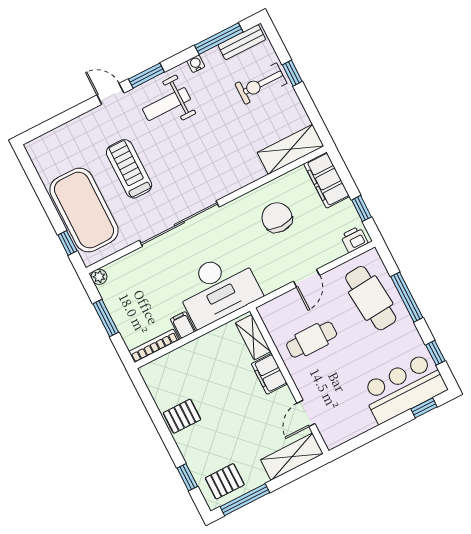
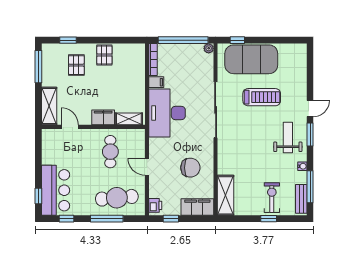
window: (106, 318) -> (183, 40), width x2.11
pallet: (225, 481) -> (76, 65), moved

